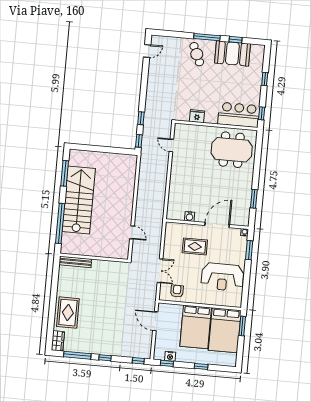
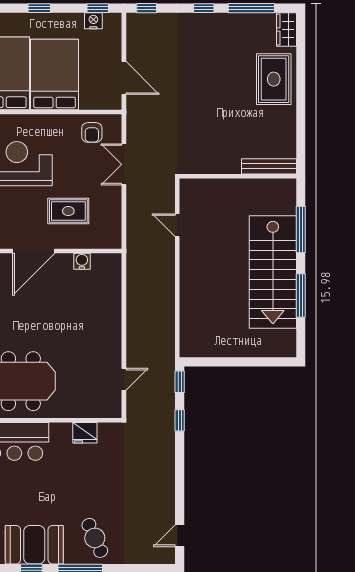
door: (171, 145) -> (124, 379), hinge flipped
window: (65, 173) -> (301, 296), moved
window: (60, 223) -> (301, 229), width x0.68

